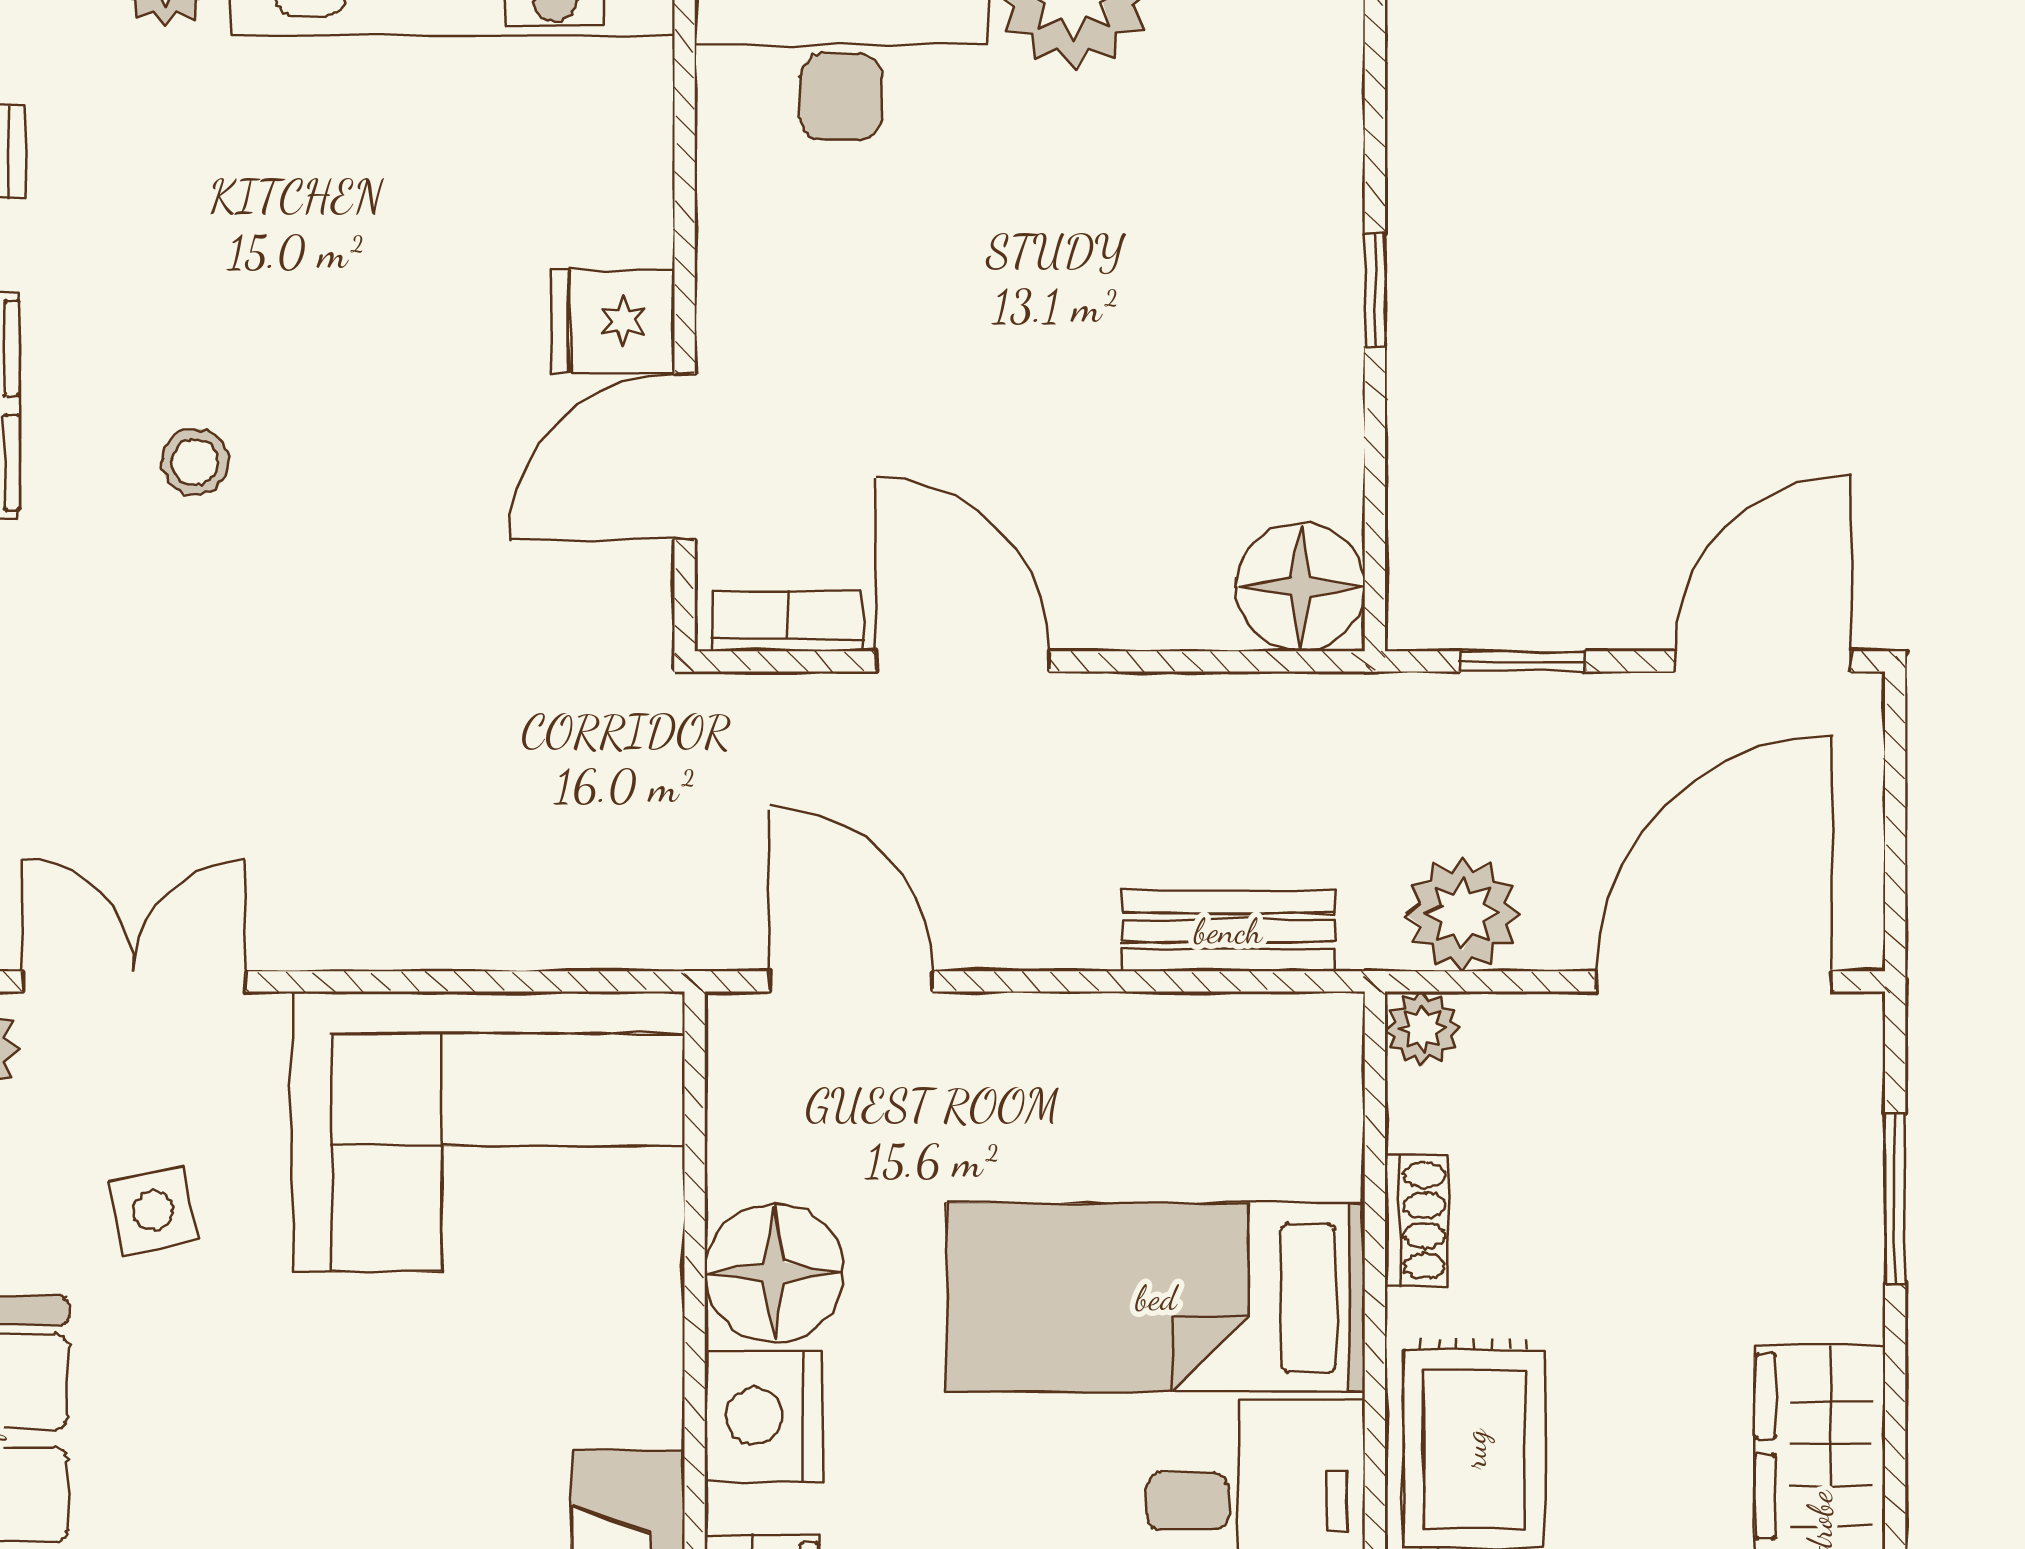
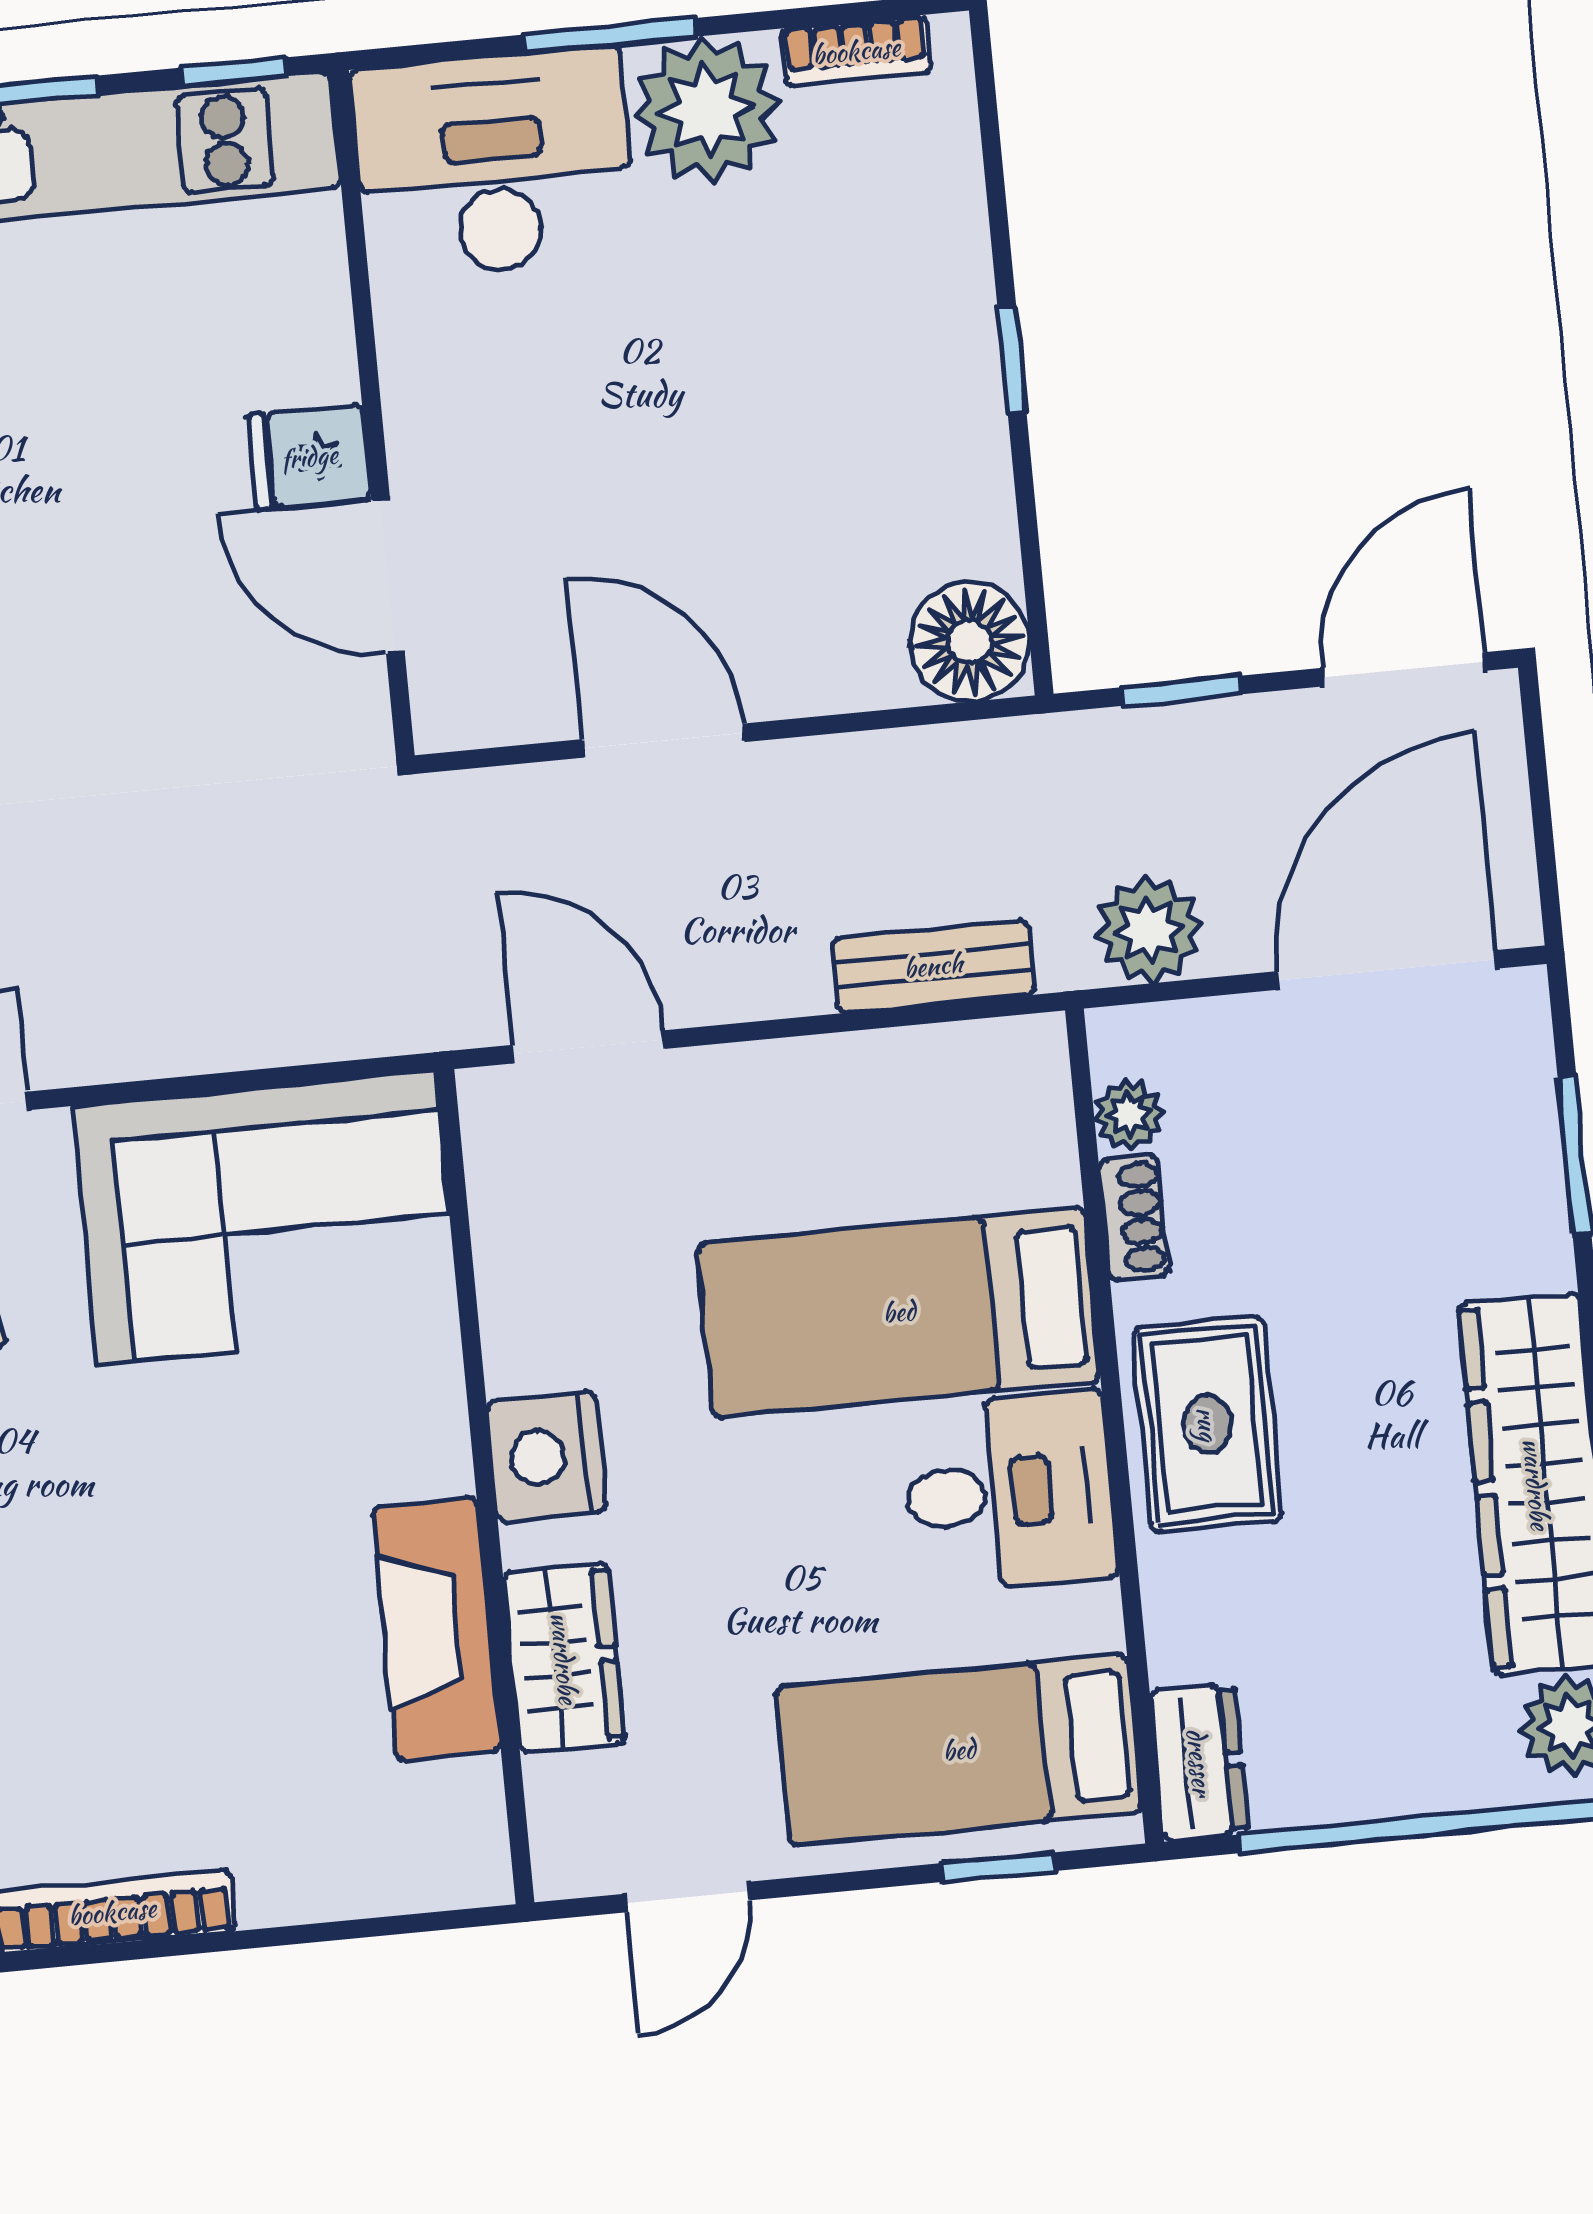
door: (685, 457) -> (388, 576), hinge flipped
bookcase: (787, 621) -> (498, 719), removed
plant: (1422, 1029) -> (1129, 1115), moved
floor lamp: (774, 1273) -> (544, 1323), removed

